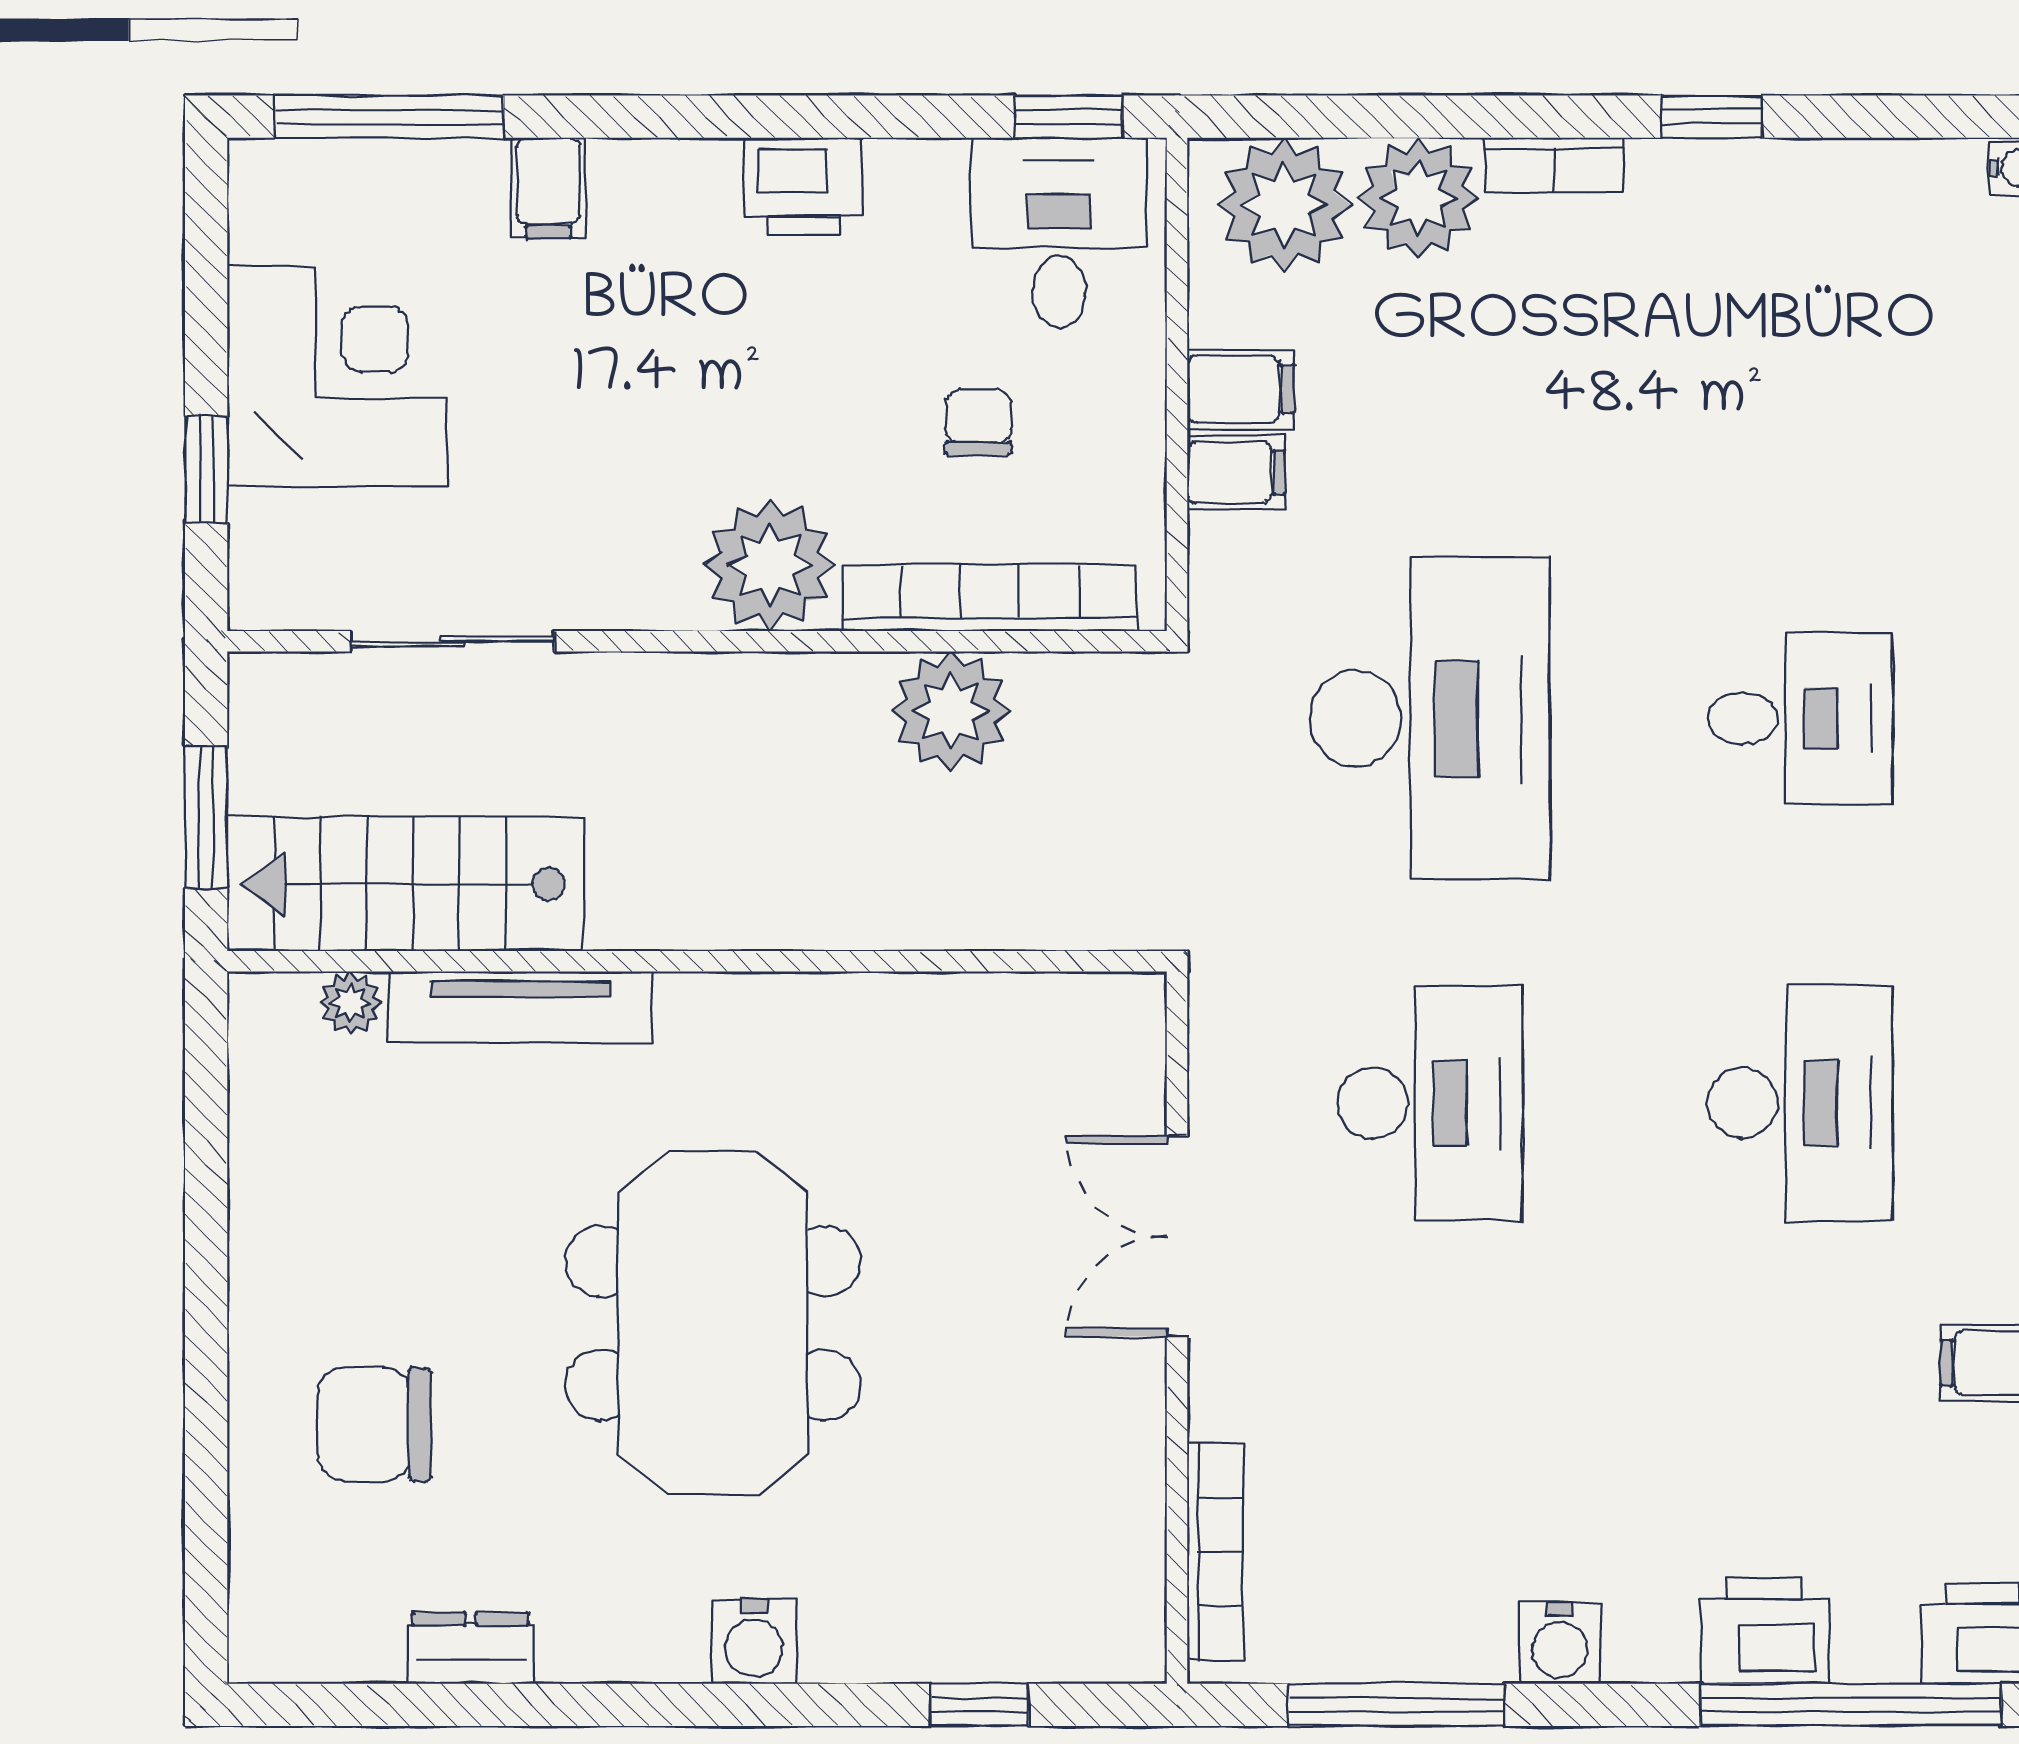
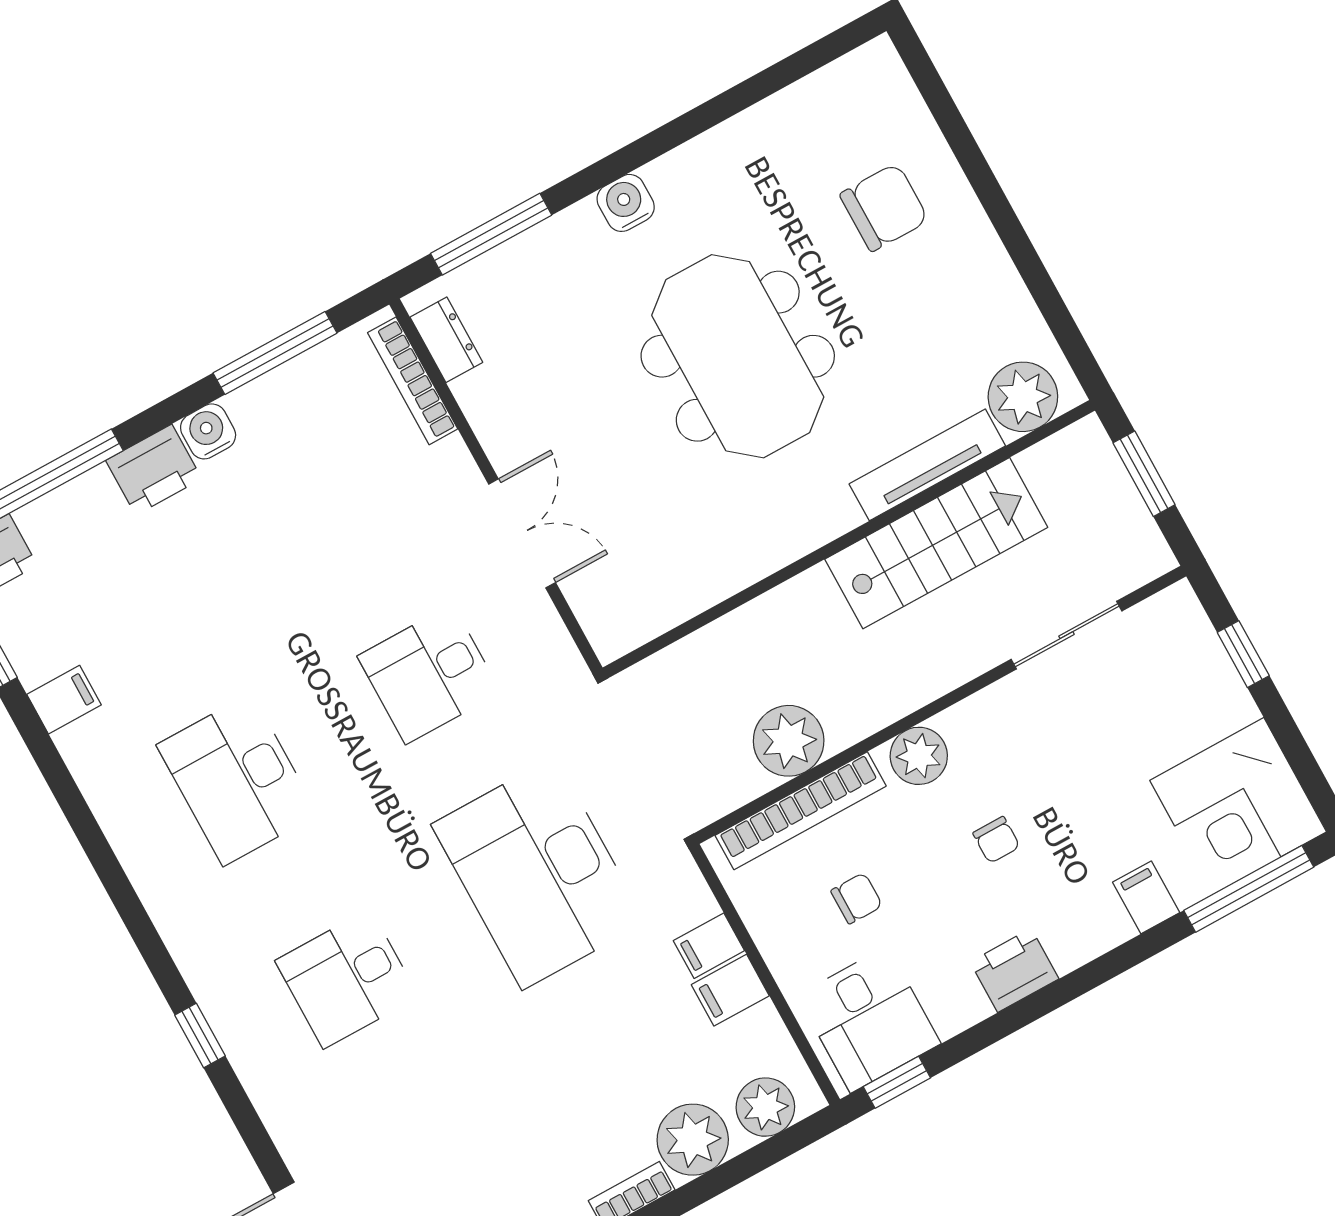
plant: (1284, 205) -> (765, 1107), width x0.73, depth x0.73
corner desk: (338, 377) -> (1238, 806), moved
chair: (724, 395) -> (996, 840), added
chair: (978, 422) -> (857, 898), turned -90
plant: (770, 565) -> (919, 756), width x0.73, depth x0.73
stairs: (406, 884) -> (936, 543), moved
plant: (350, 1003) -> (1023, 397), width x1.88, depth x1.88
desk: (1430, 1103) -> (429, 674), width x0.73
printer: (1765, 1631) -> (154, 470), moved
dresser: (470, 1648) -> (446, 340), moved, turned -90
window: (979, 1705) -> (491, 234), width x2.17

